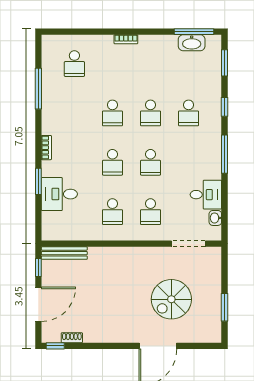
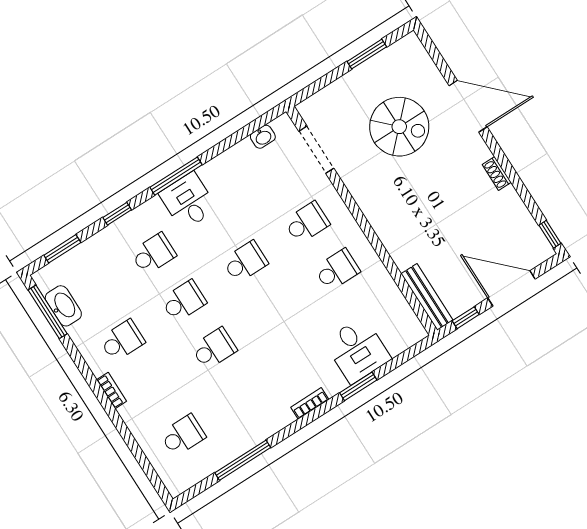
school desk: (112, 162) -> (122, 341), moved
desk: (206, 195) -> (188, 201), moved
shoe rack: (72, 338) -> (497, 173), moved

